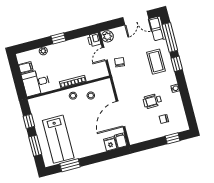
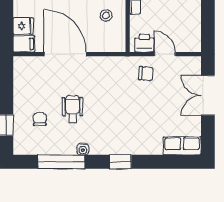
double door: (136, 18) -> (208, 95), moved
plant: (107, 36) -> (191, 65), removed
window: (170, 37) -> (61, 162), moved
printer: (94, 40) -> (144, 43), moved
coffee table: (156, 62) -> (132, 130), removed

